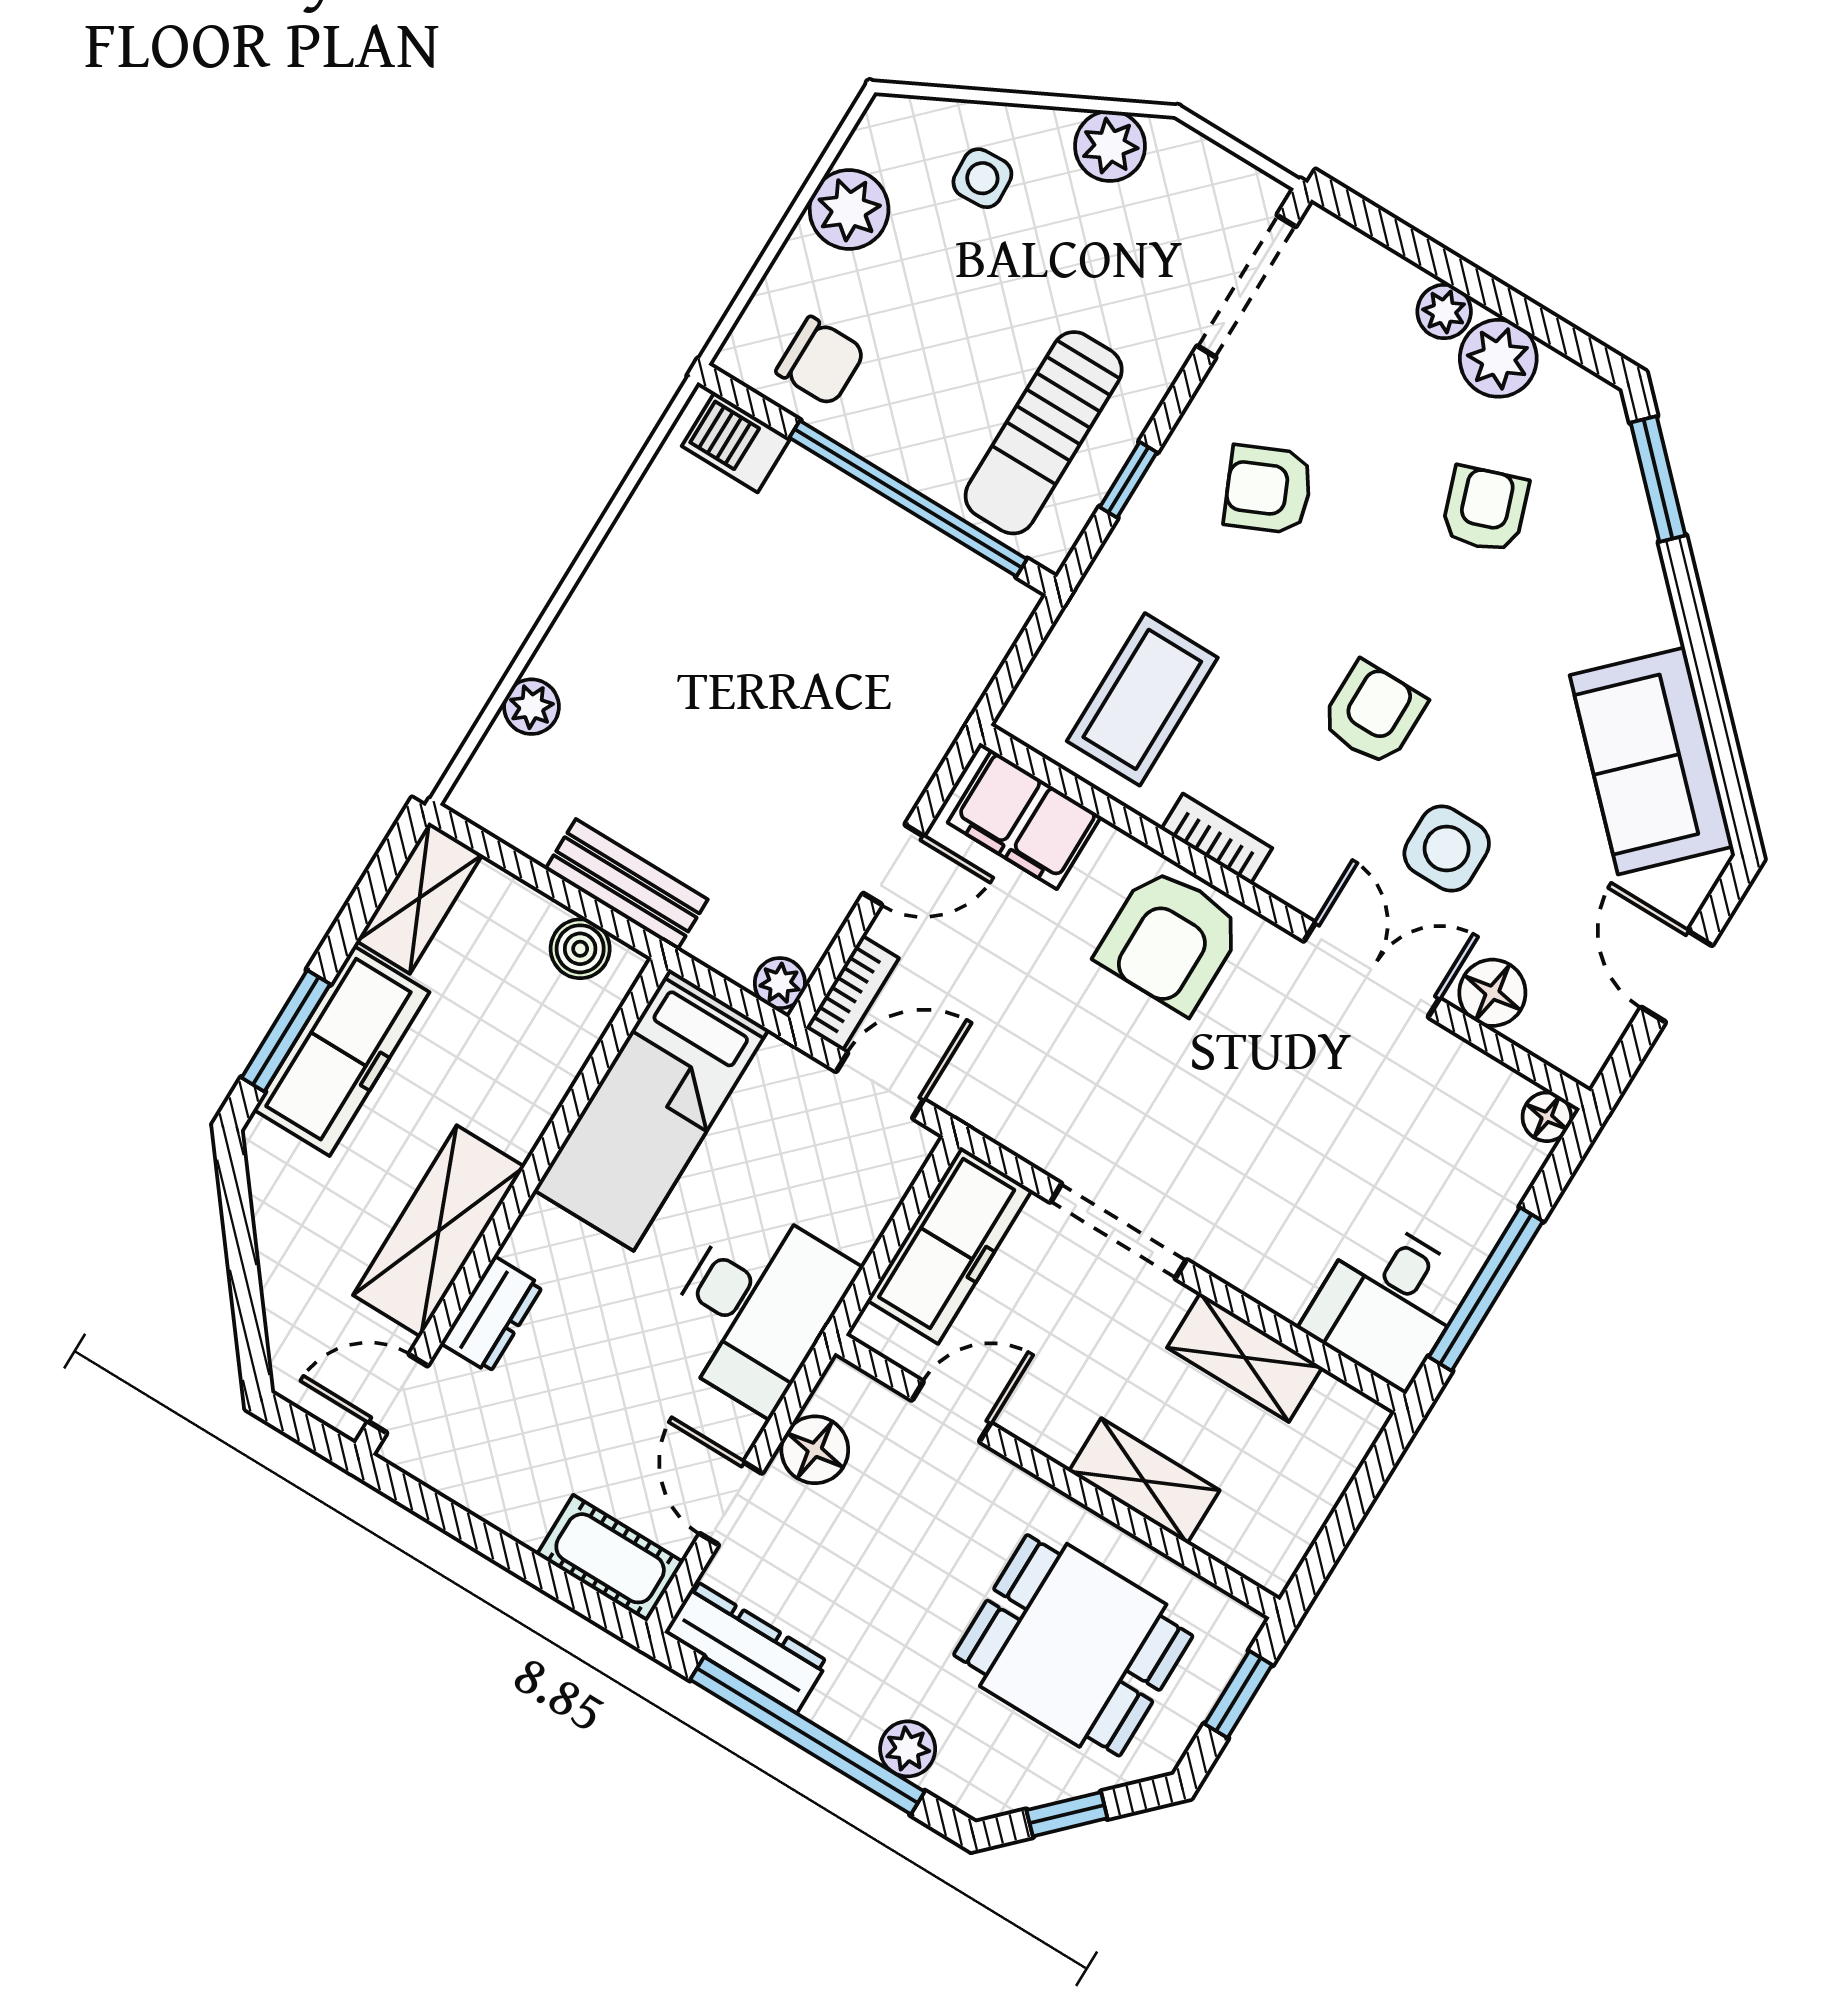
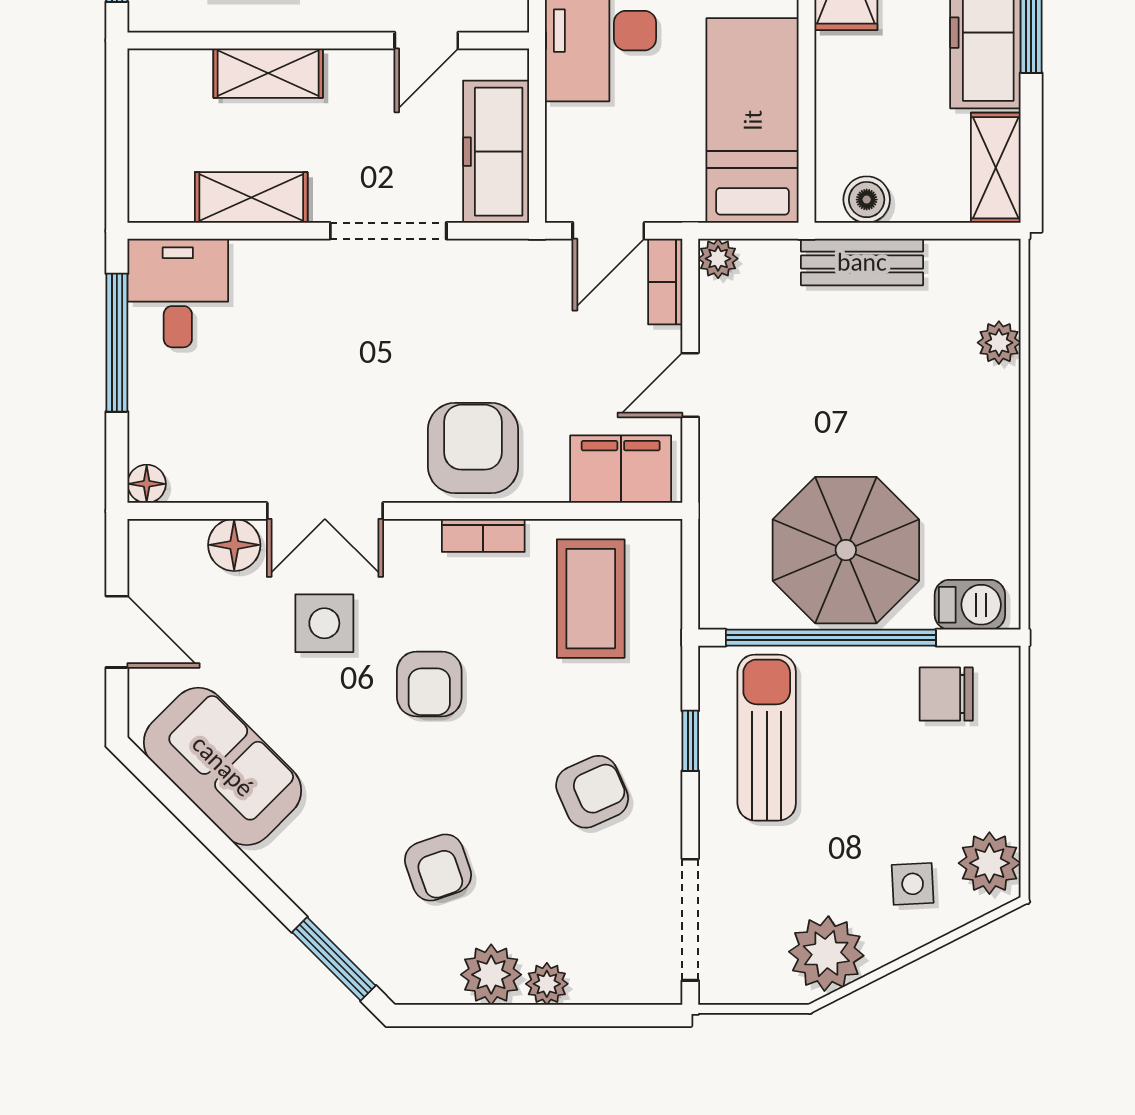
plant: (1110, 146) -> (826, 954), width x1.36, depth x1.36
plant: (849, 210) -> (989, 863), moved
parasol: (834, 583) -> (846, 550), added

